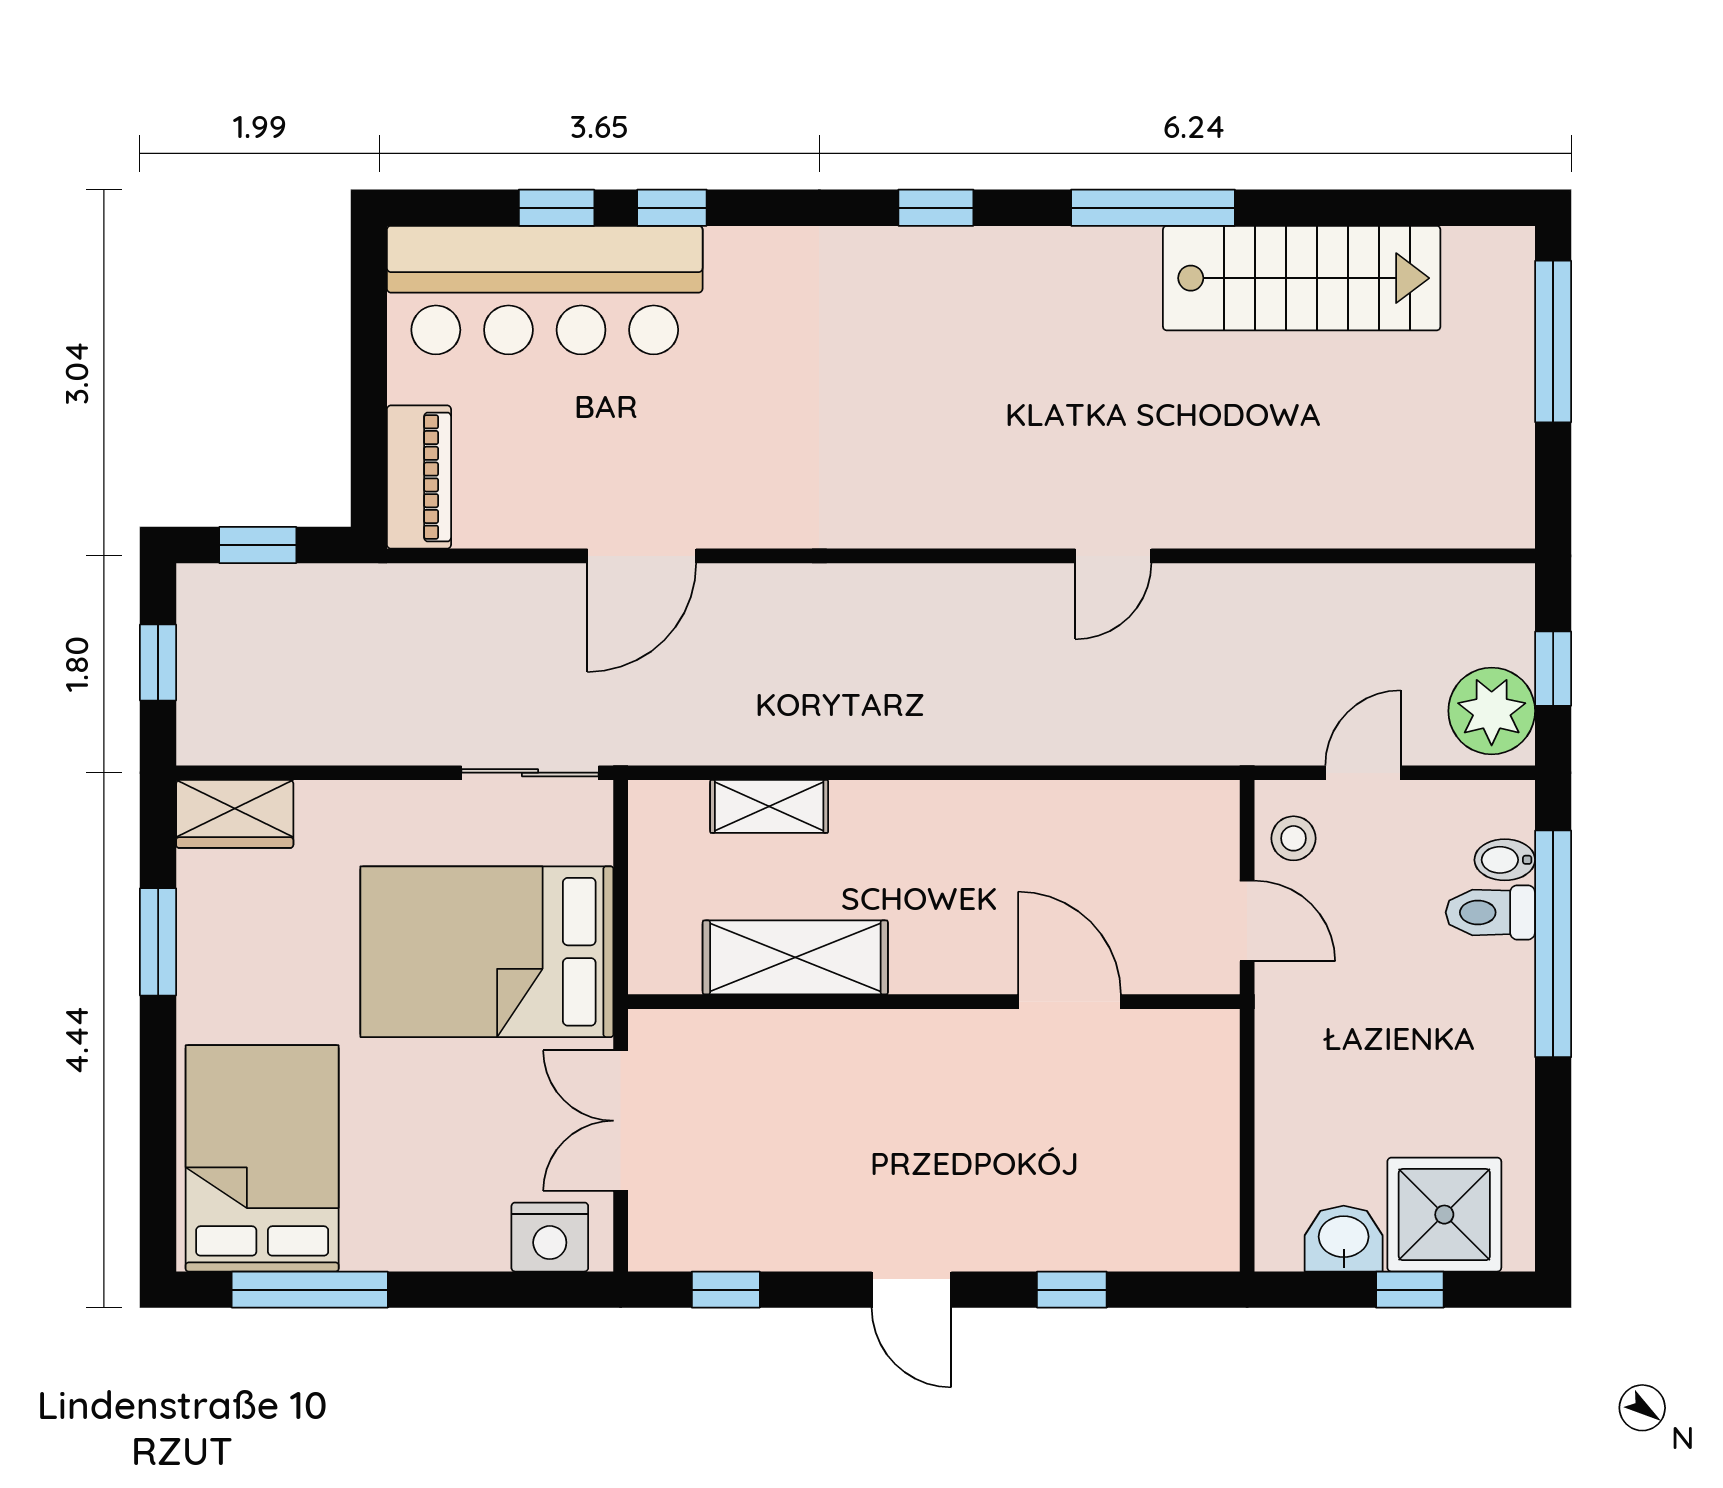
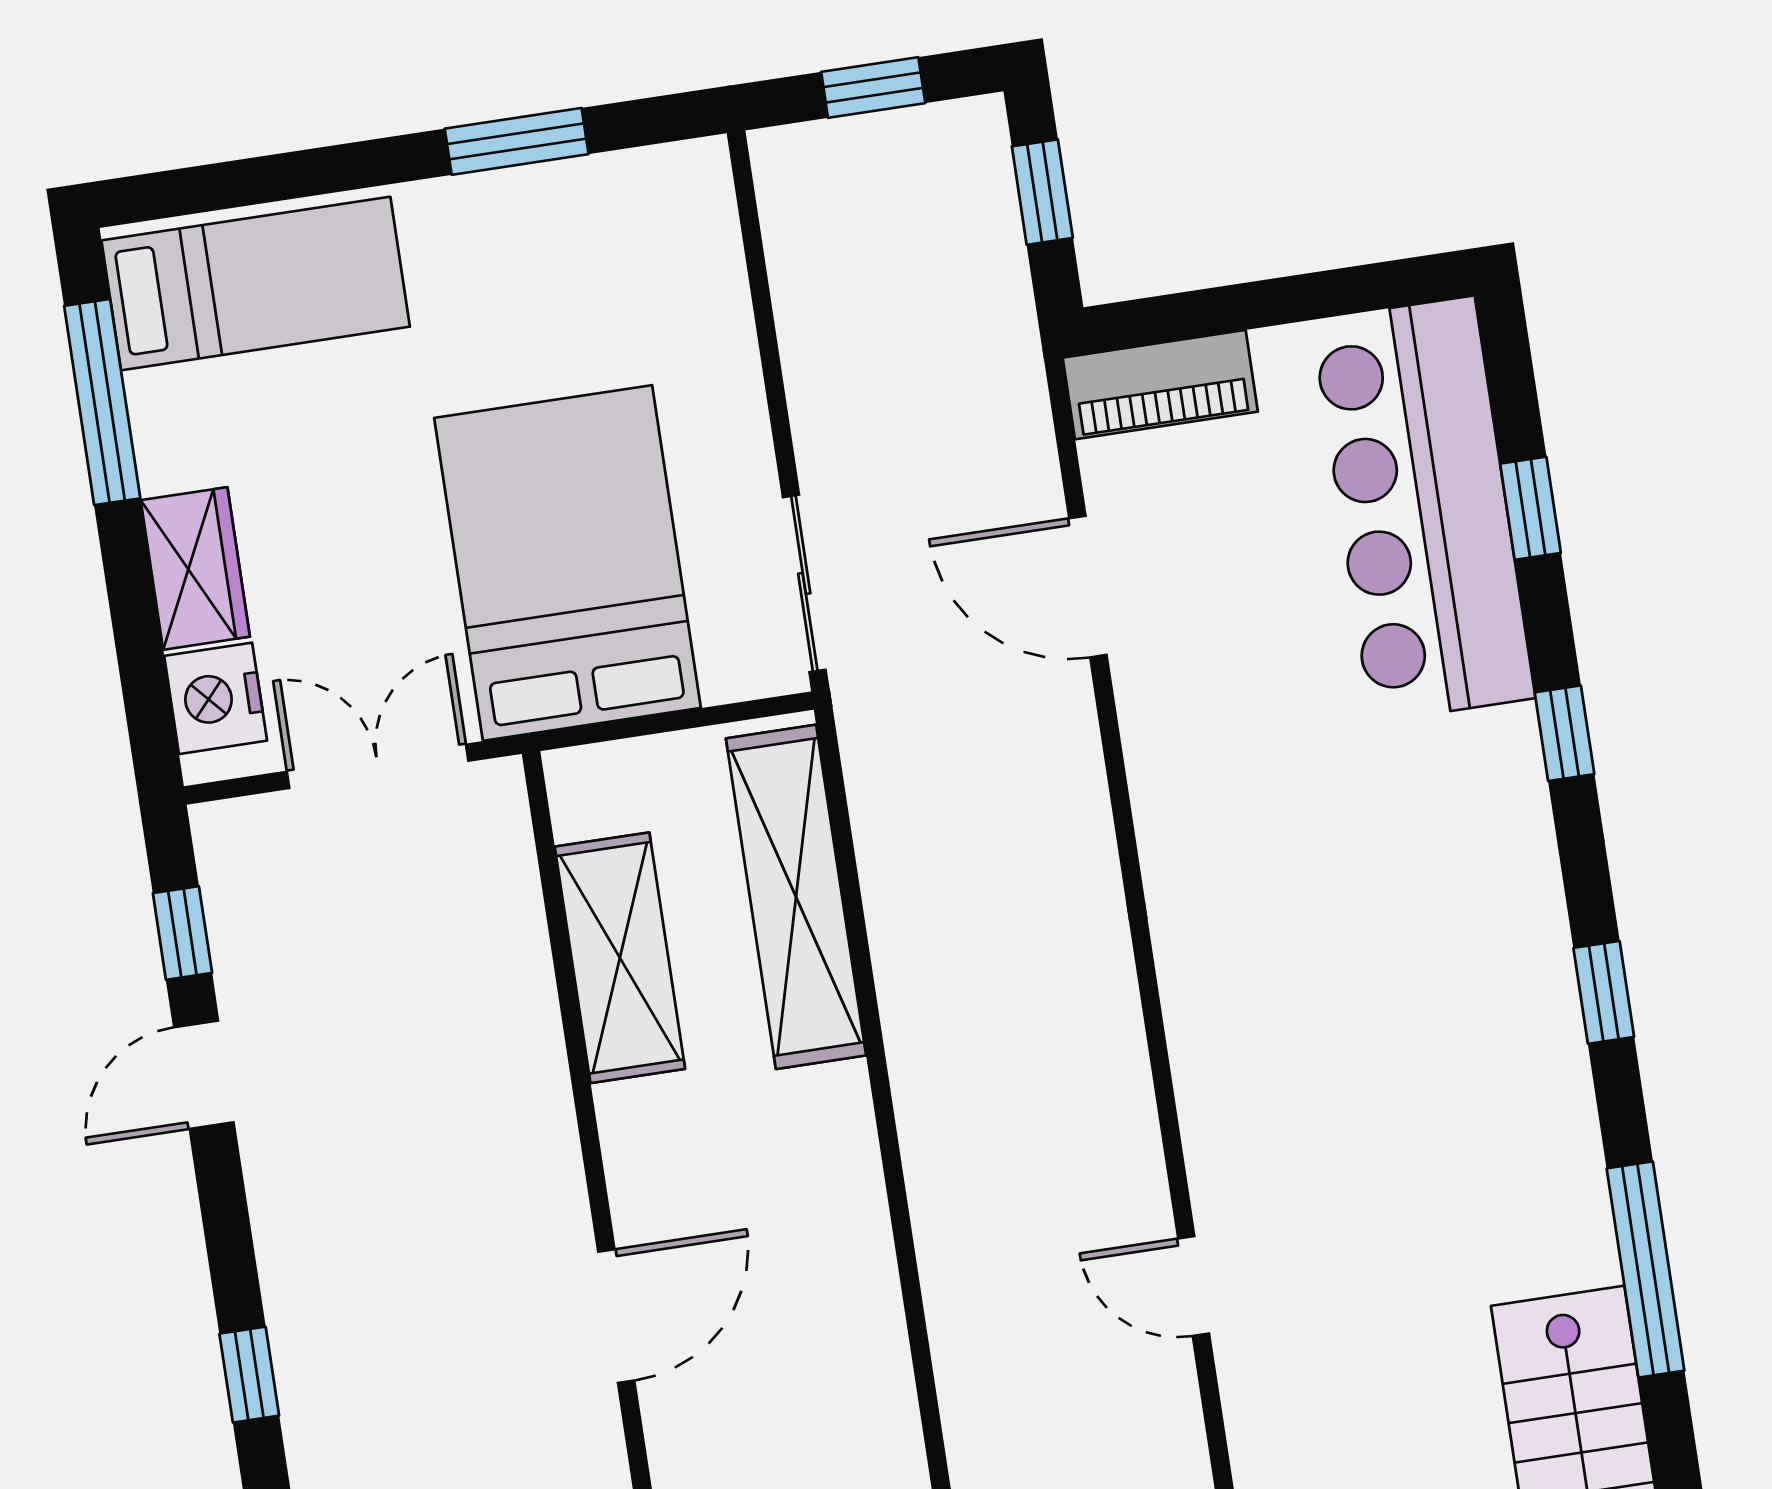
window: (672, 208) -> (1565, 733), moved
door: (642, 556) -> (1088, 587), moved
shelving: (769, 806) -> (796, 897), width x2.20, depth x1.33
wardrobe: (235, 814) -> (195, 568), moved, turned 180
bed: (262, 1158) -> (256, 284), width x0.67
door: (912, 1290) -> (204, 1075), moved

